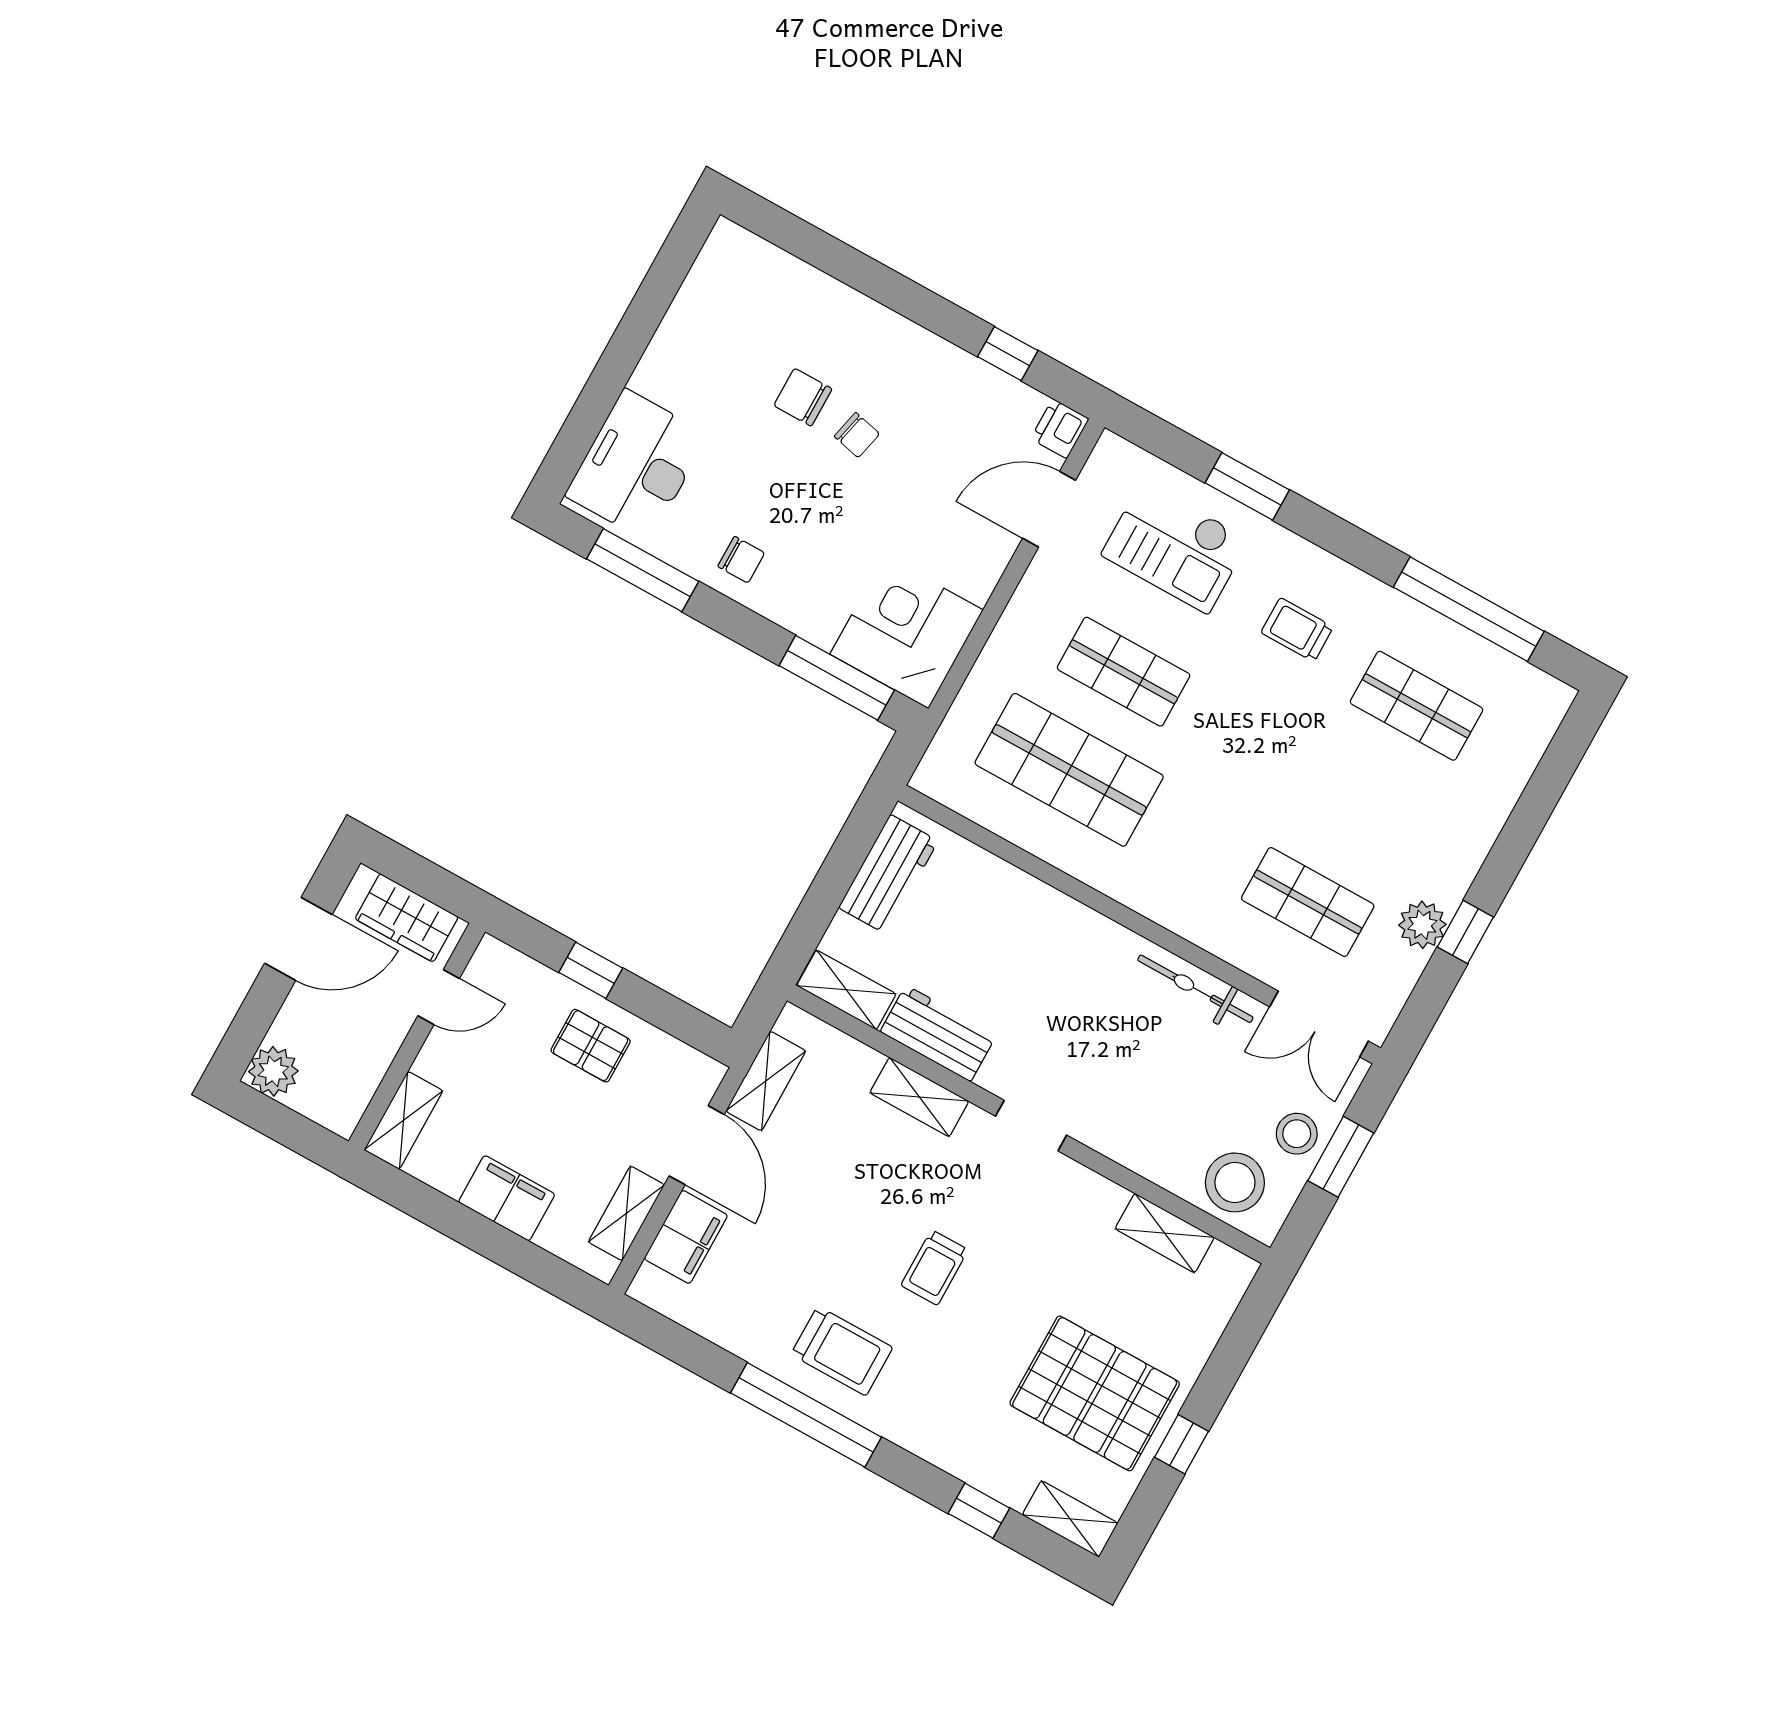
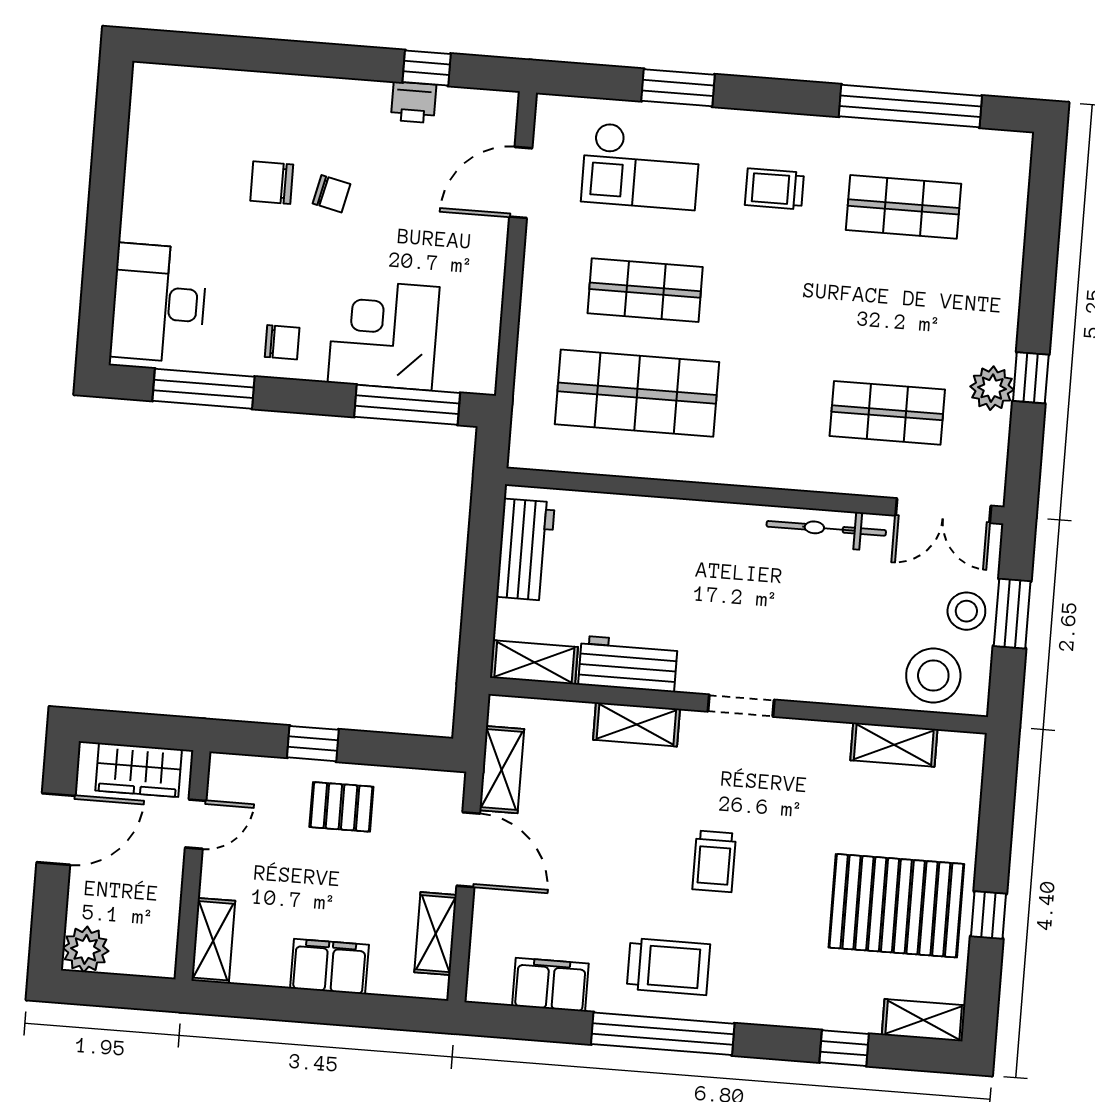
printer: (1060, 429) -> (414, 102), moved, turned -90
corner desk: (907, 632) -> (384, 335), moved
filing cabinet: (686, 1237) -> (550, 985), moved, turned -90

